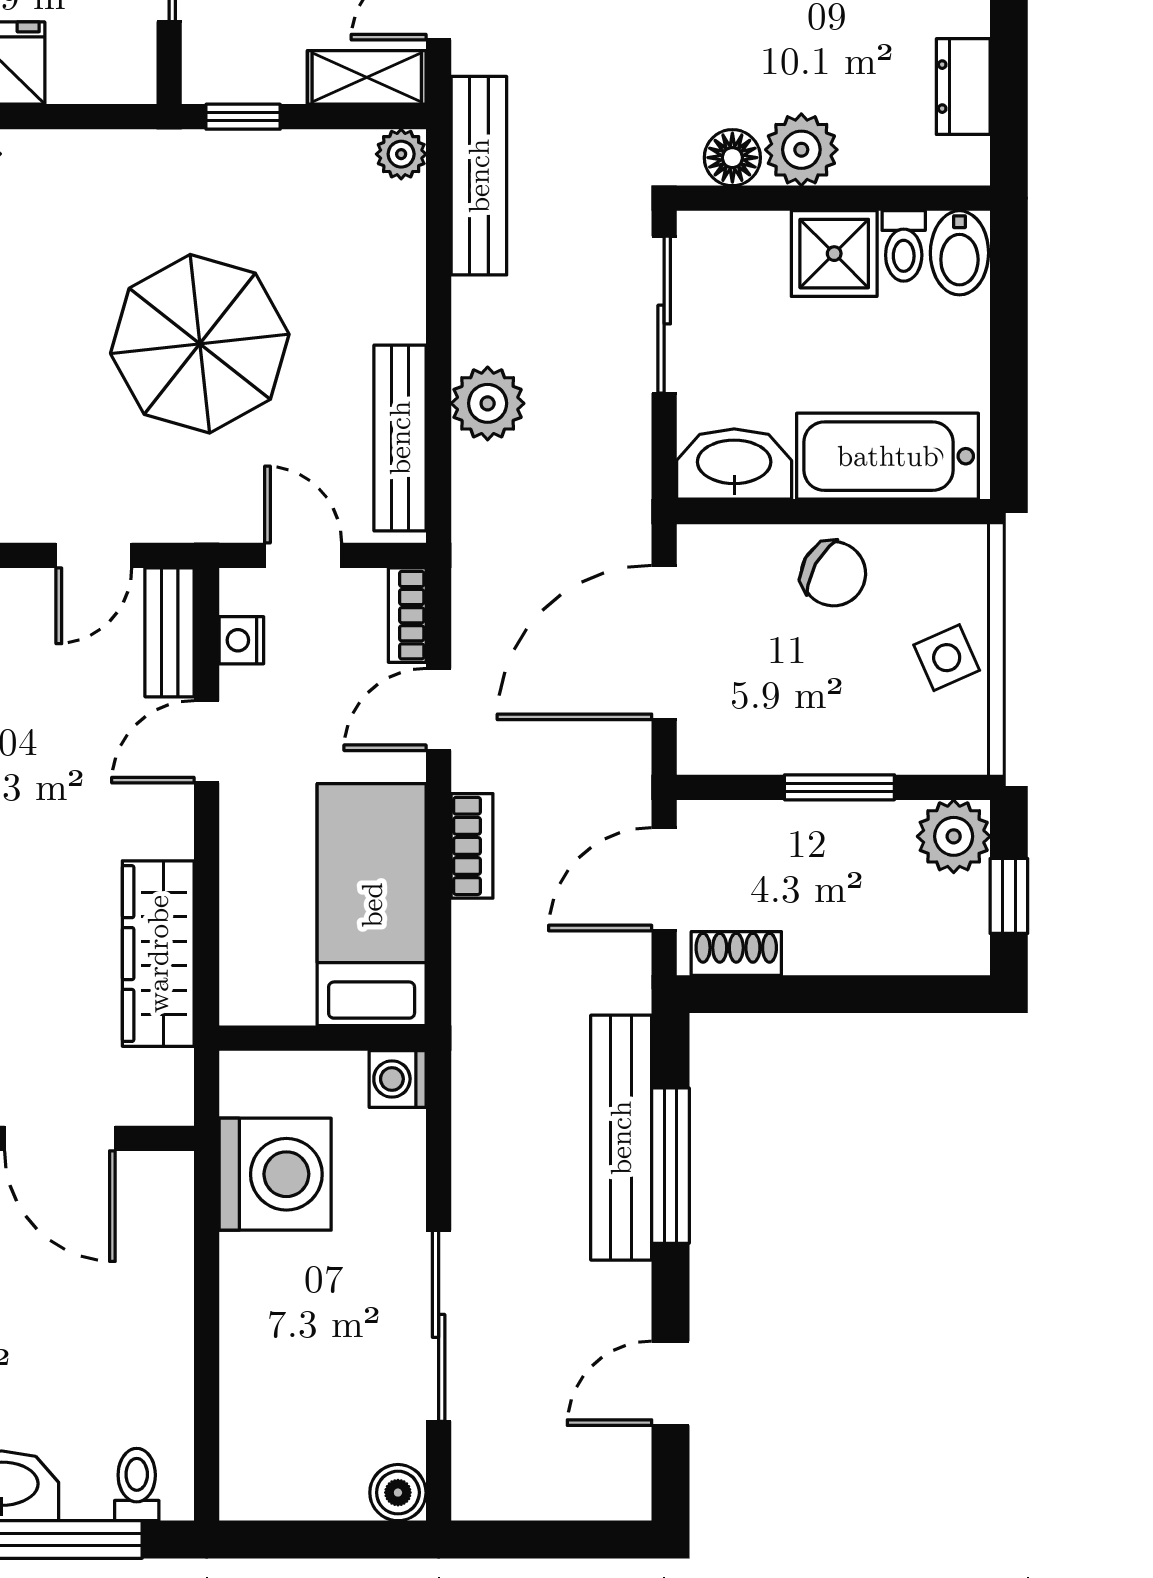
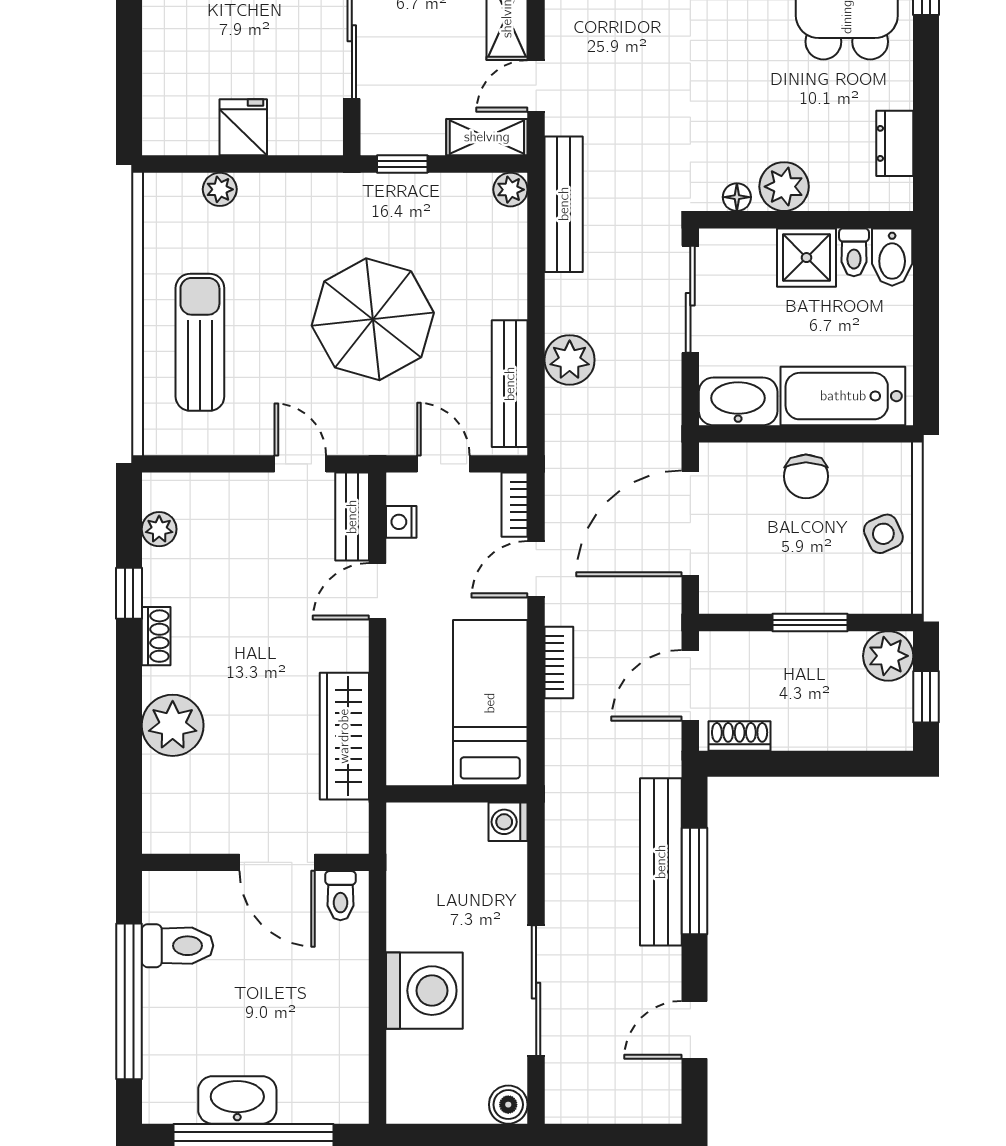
floor lamp: (732, 158) -> (737, 197), width x0.73, depth x0.73
door: (94, 555) -> (300, 464), swing flipped
chair: (833, 574) -> (806, 476), turned 61
washing machine: (275, 1174) -> (424, 991), moved
toilet: (137, 1484) -> (340, 896), moved, turned 180

